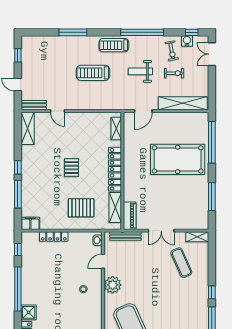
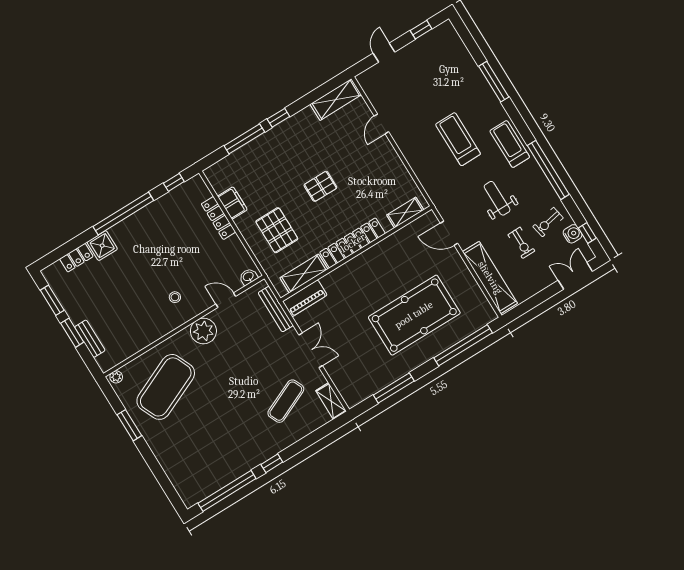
bench: (34, 105) -> (370, 89), removed
pool table: (178, 159) -> (414, 315), turned 90
filing cabinet: (30, 223) -> (232, 203), moved
double door: (161, 231) -> (311, 350), swing flipped

